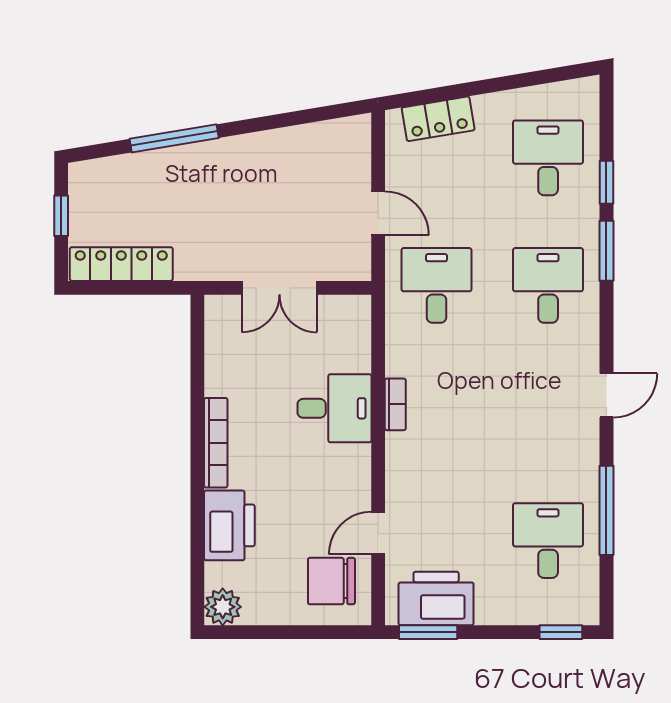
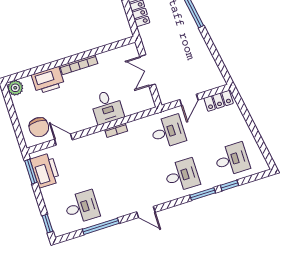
locker: (438, 119) -> (219, 101), moved, turned -81
chair: (331, 581) -> (39, 127), turned 180

